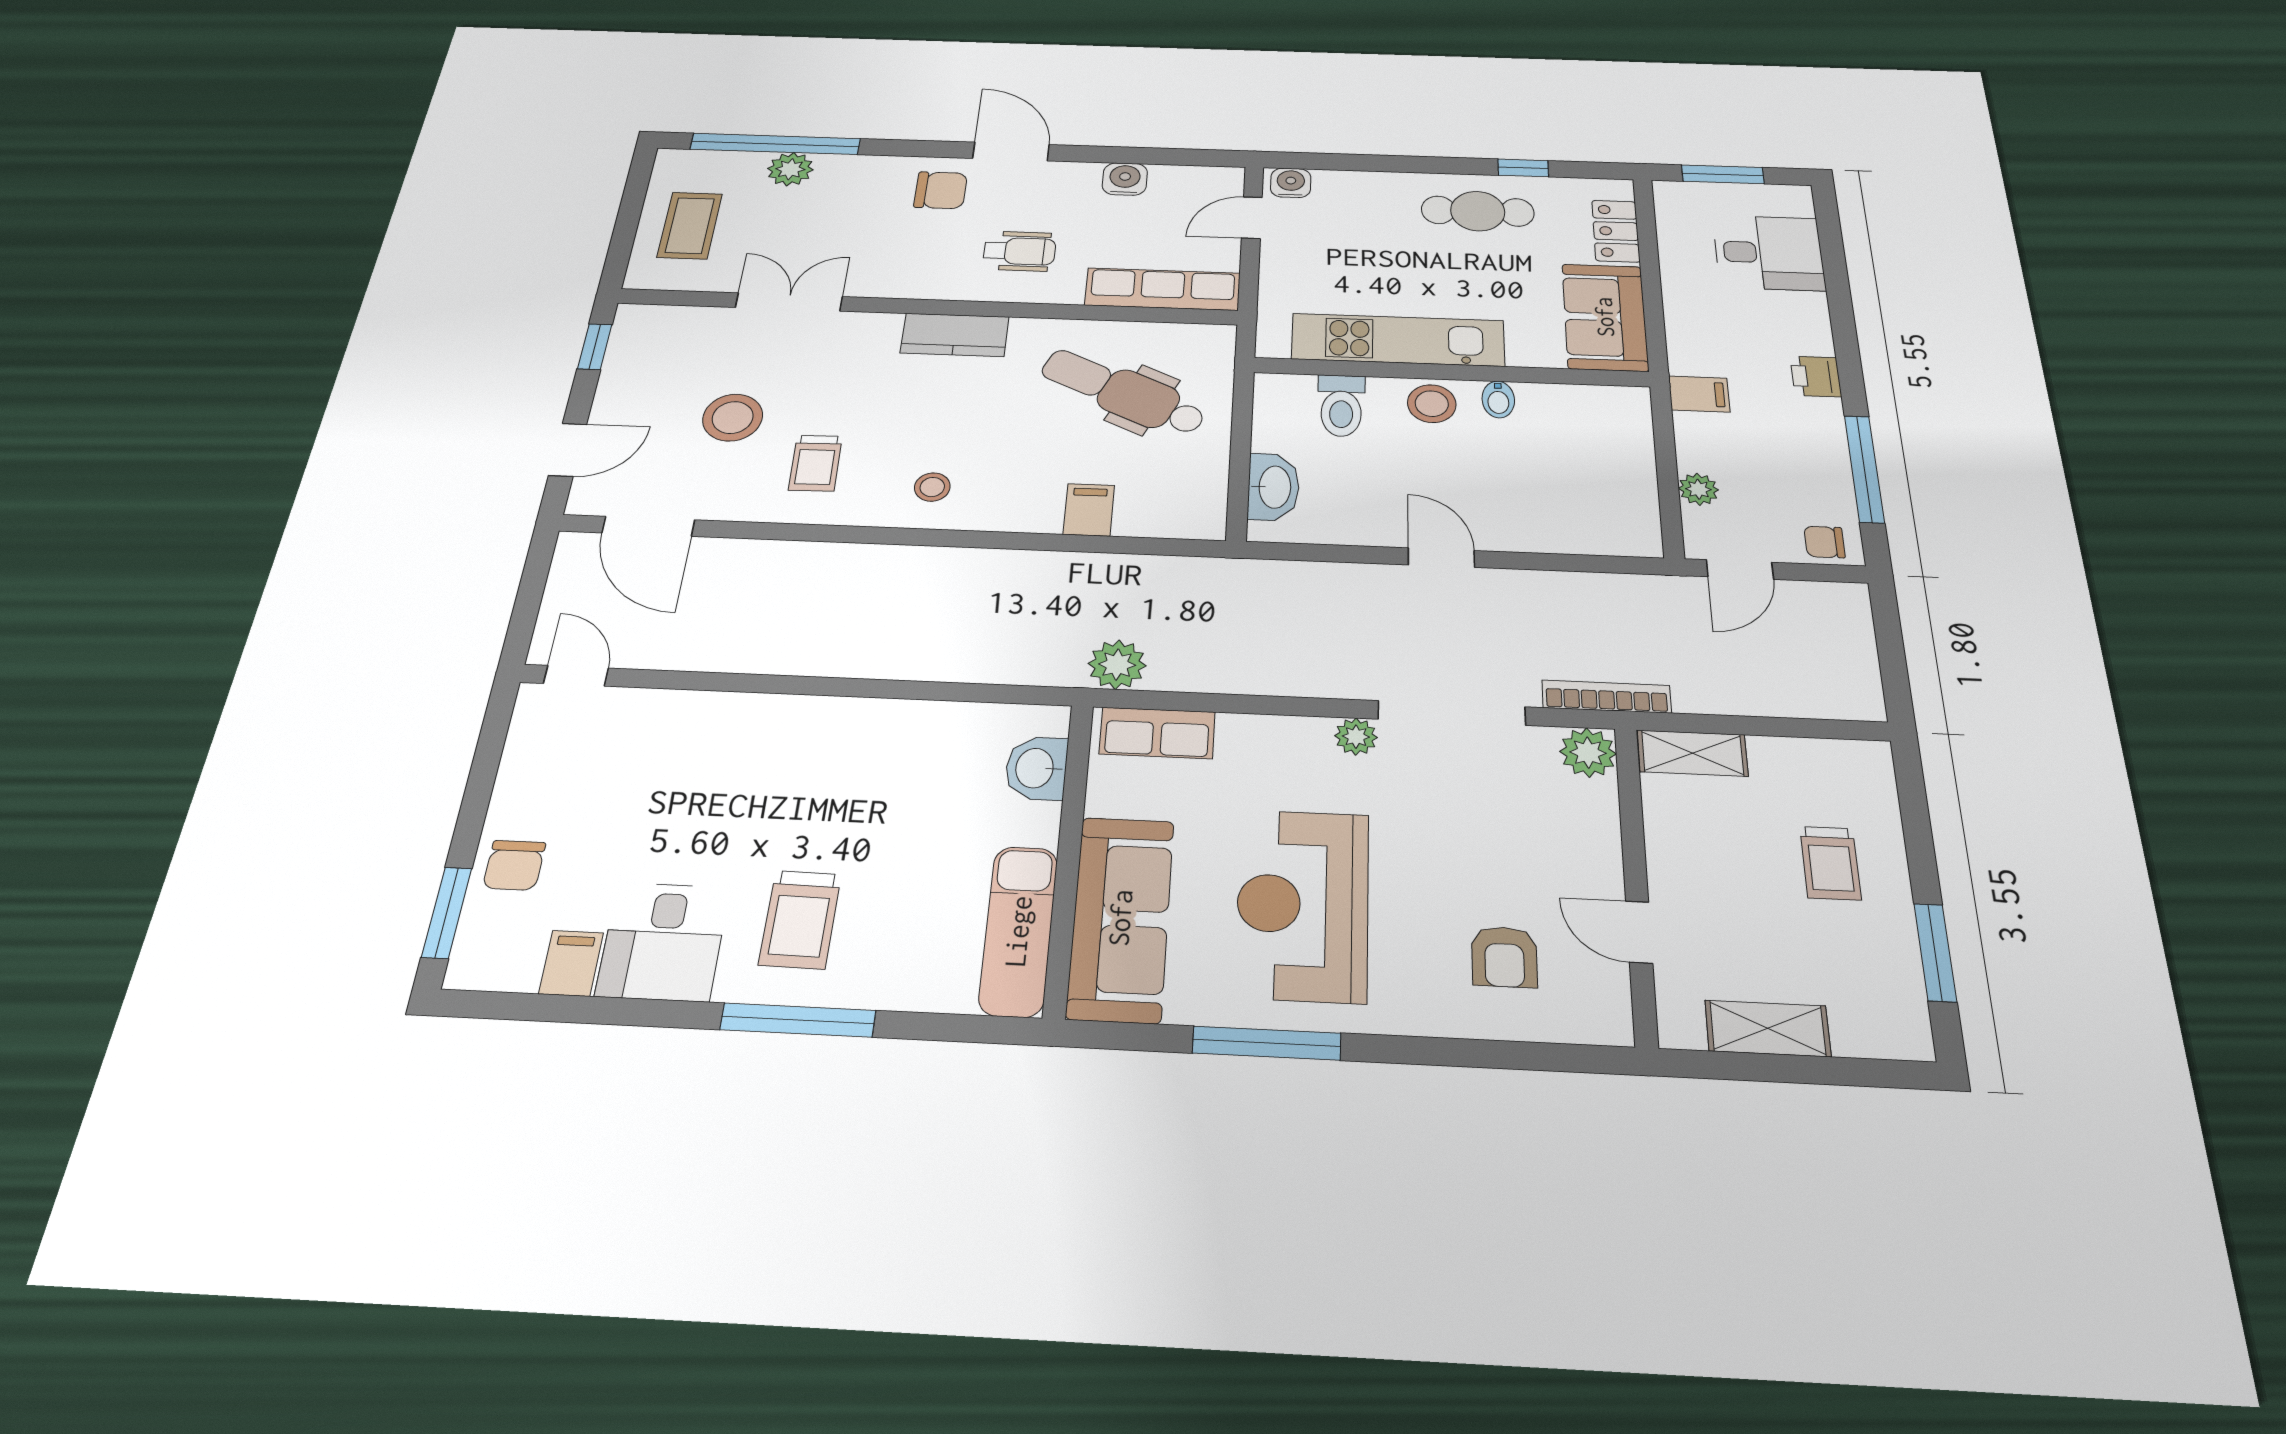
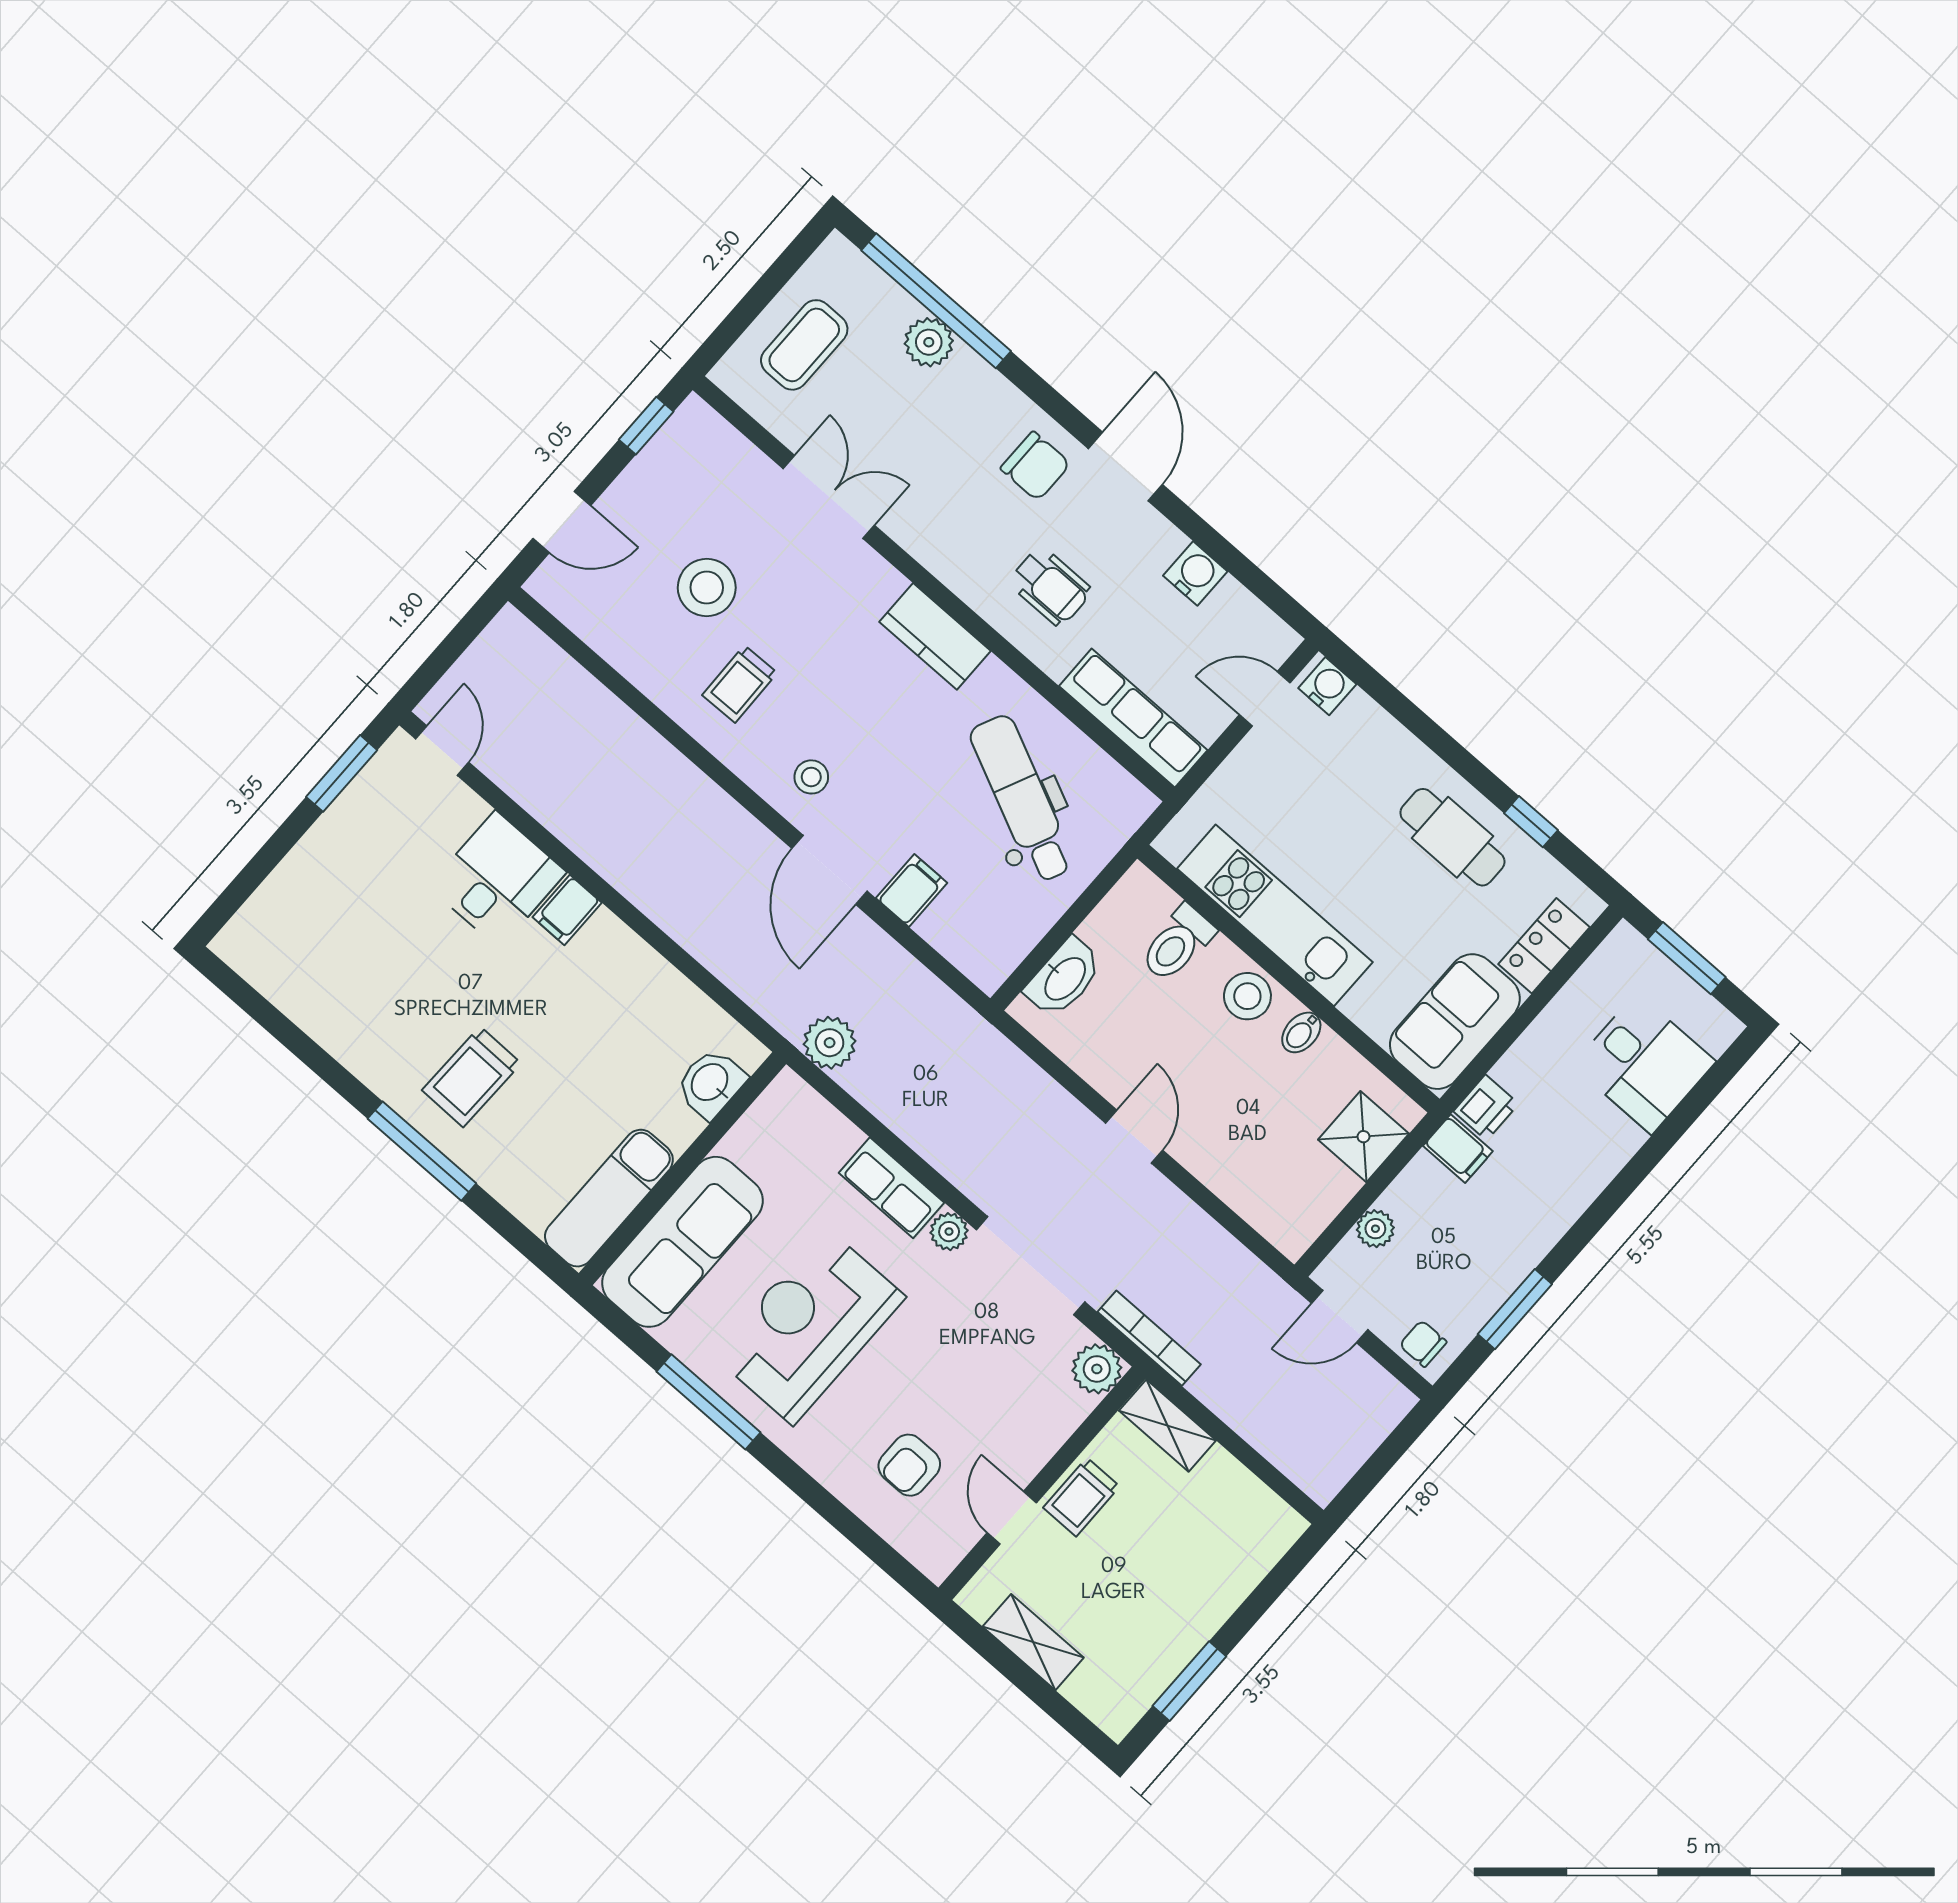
printer: (1816, 376) -> (1486, 1108), moved, turned 180
shower: (1620, 435) -> (1363, 1137), added
window: (1864, 469) -> (1515, 1309), width x0.69
door: (648, 526) -> (829, 870), moved
row of seats: (1157, 733) -> (892, 1188), moved
trolley: (1830, 863) -> (1081, 1497), moved
chair: (514, 865) -> (308, 884), removed
window: (447, 913) -> (342, 773), moved
desk: (663, 942) -> (497, 879), moved, turned 180
filing cabinet: (571, 963) -> (567, 910), moved, turned 180

